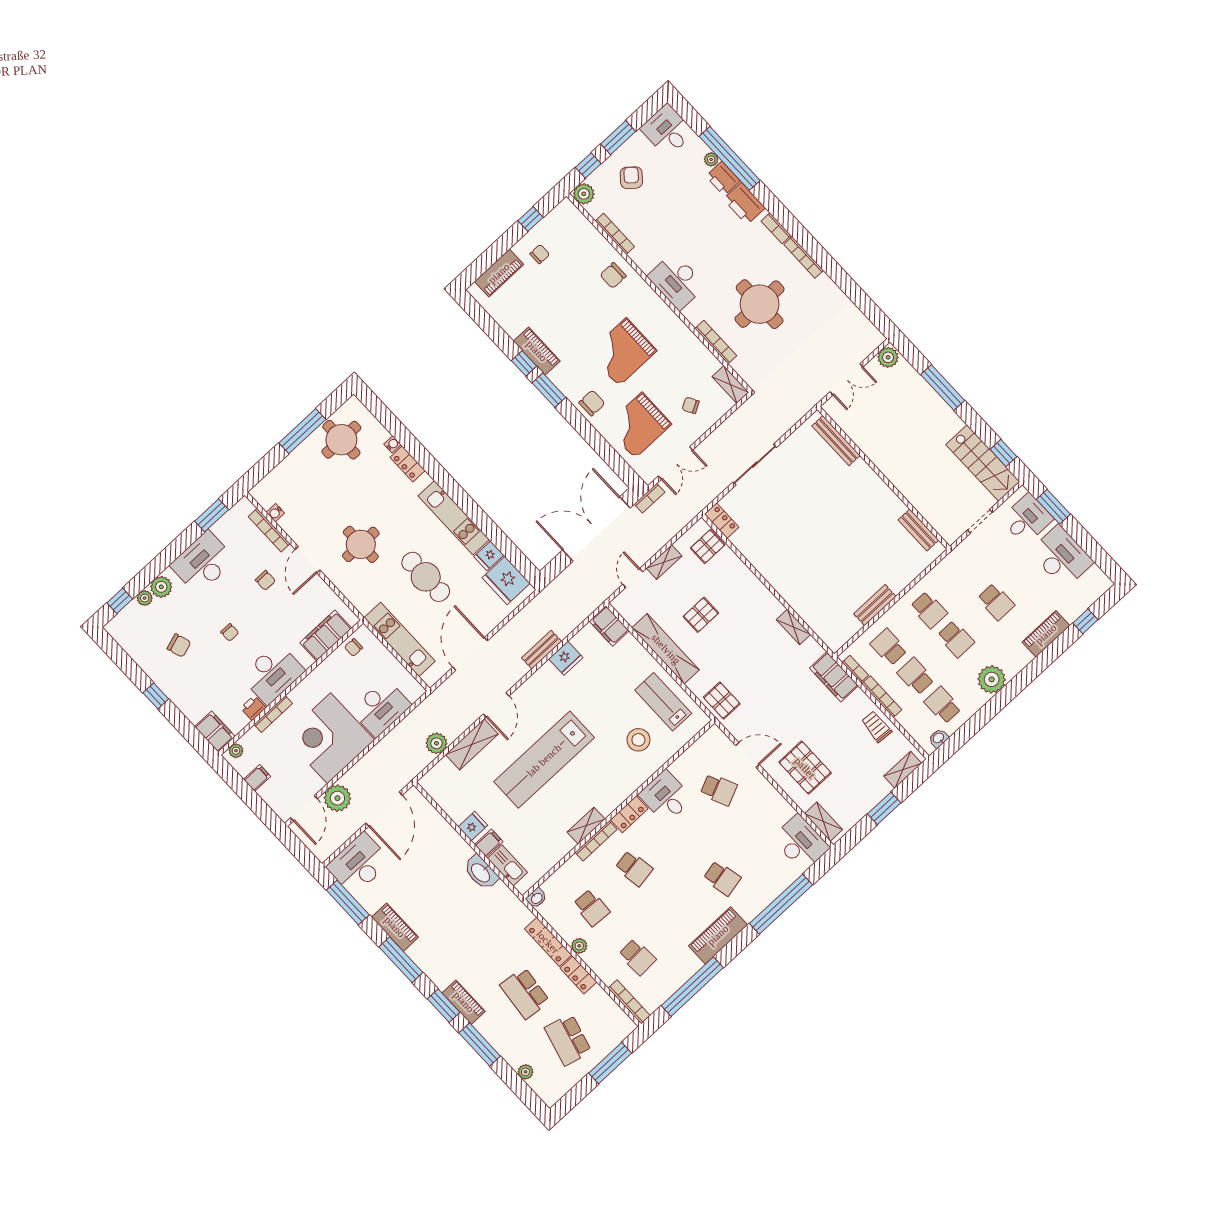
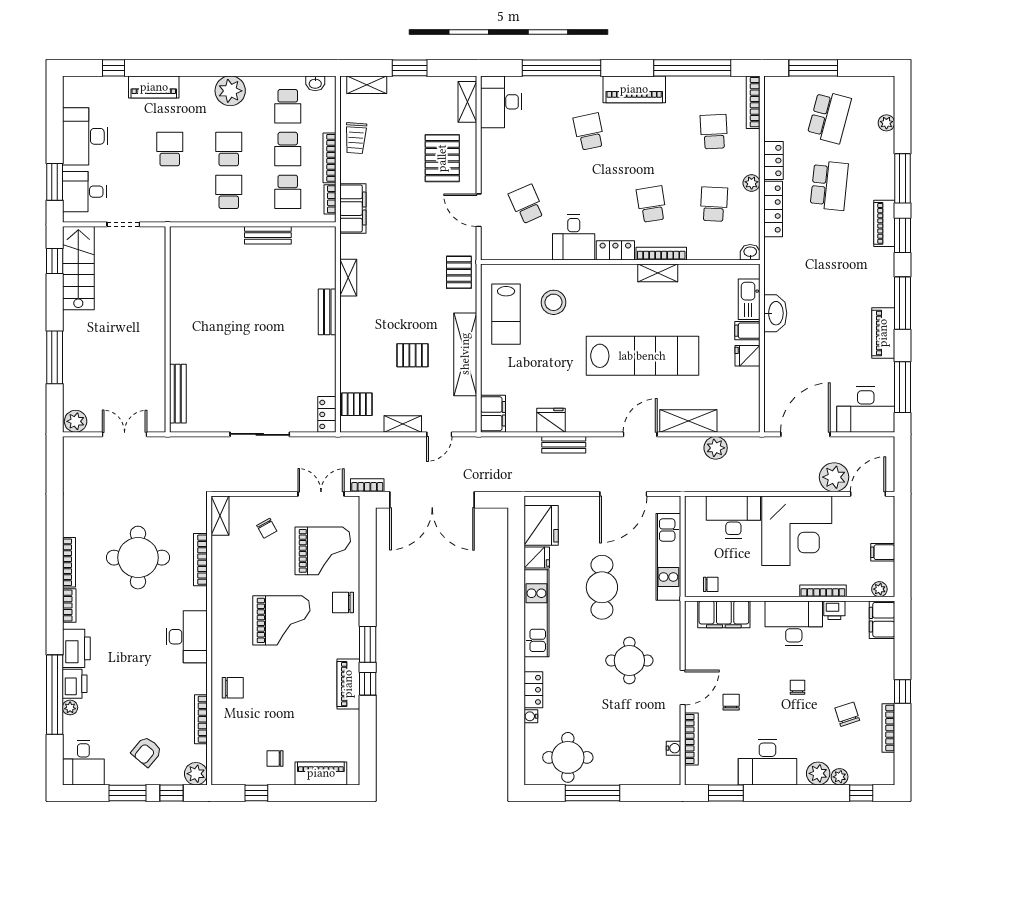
bench: (918, 530) -> (327, 312), moved
bookcase: (142, 662) -> (888, 728), added

